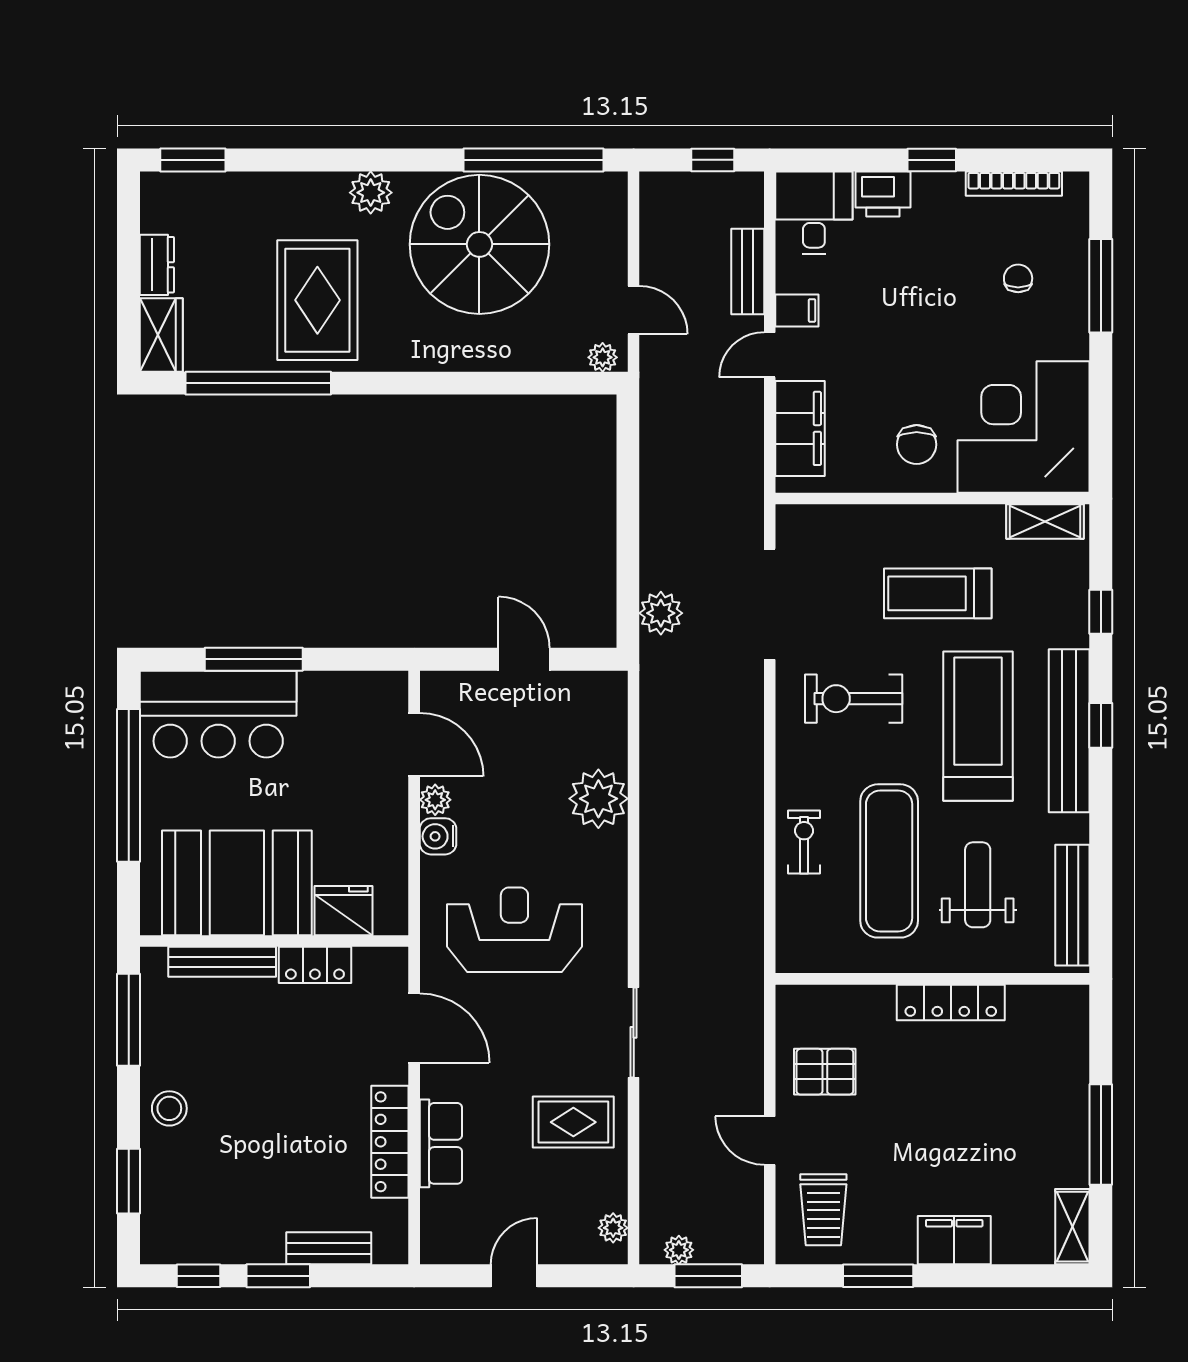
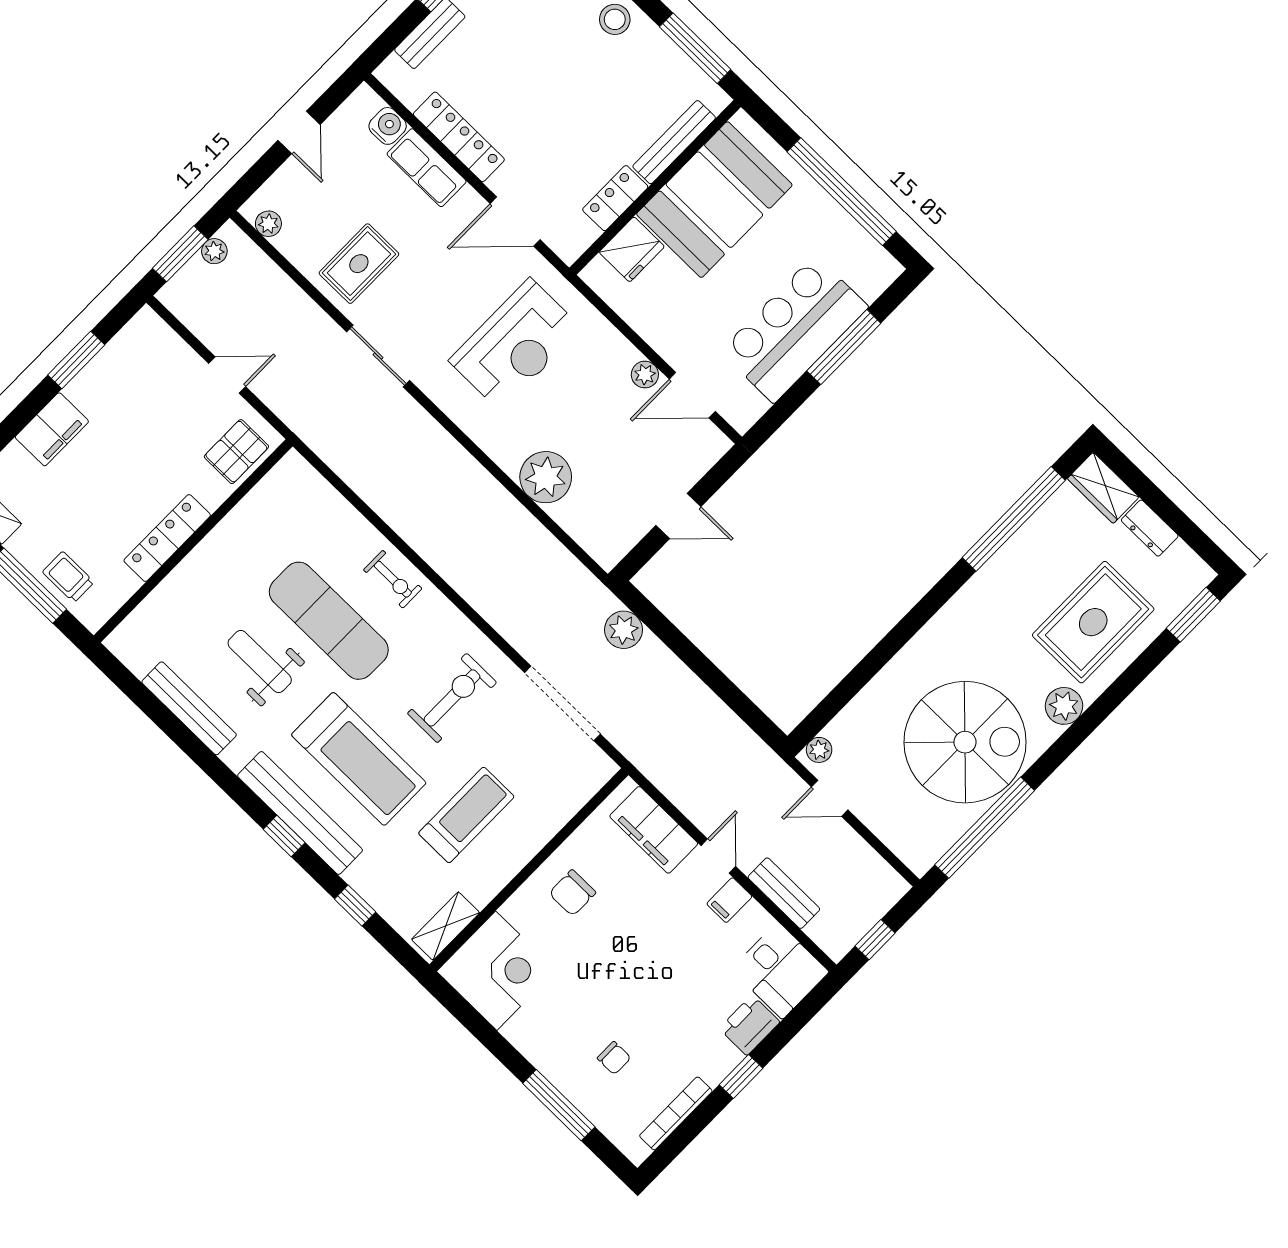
rug: (317, 300) -> (1093, 622), moved, turned 90
corner desk: (1024, 427) -> (496, 971), width x0.74, depth x0.74
chair: (917, 445) -> (572, 893), turned -90
bar counter: (218, 714) -> (794, 329), moved
water cooler: (438, 836) -> (388, 126), moved
weight bench: (978, 885) -> (260, 662), turned 180
wall: (932, 979) -> (193, 541), moved
locker: (951, 1002) -> (167, 538), moved
trolley: (823, 1210) -> (68, 577), moved, width x0.73, depth x0.72

